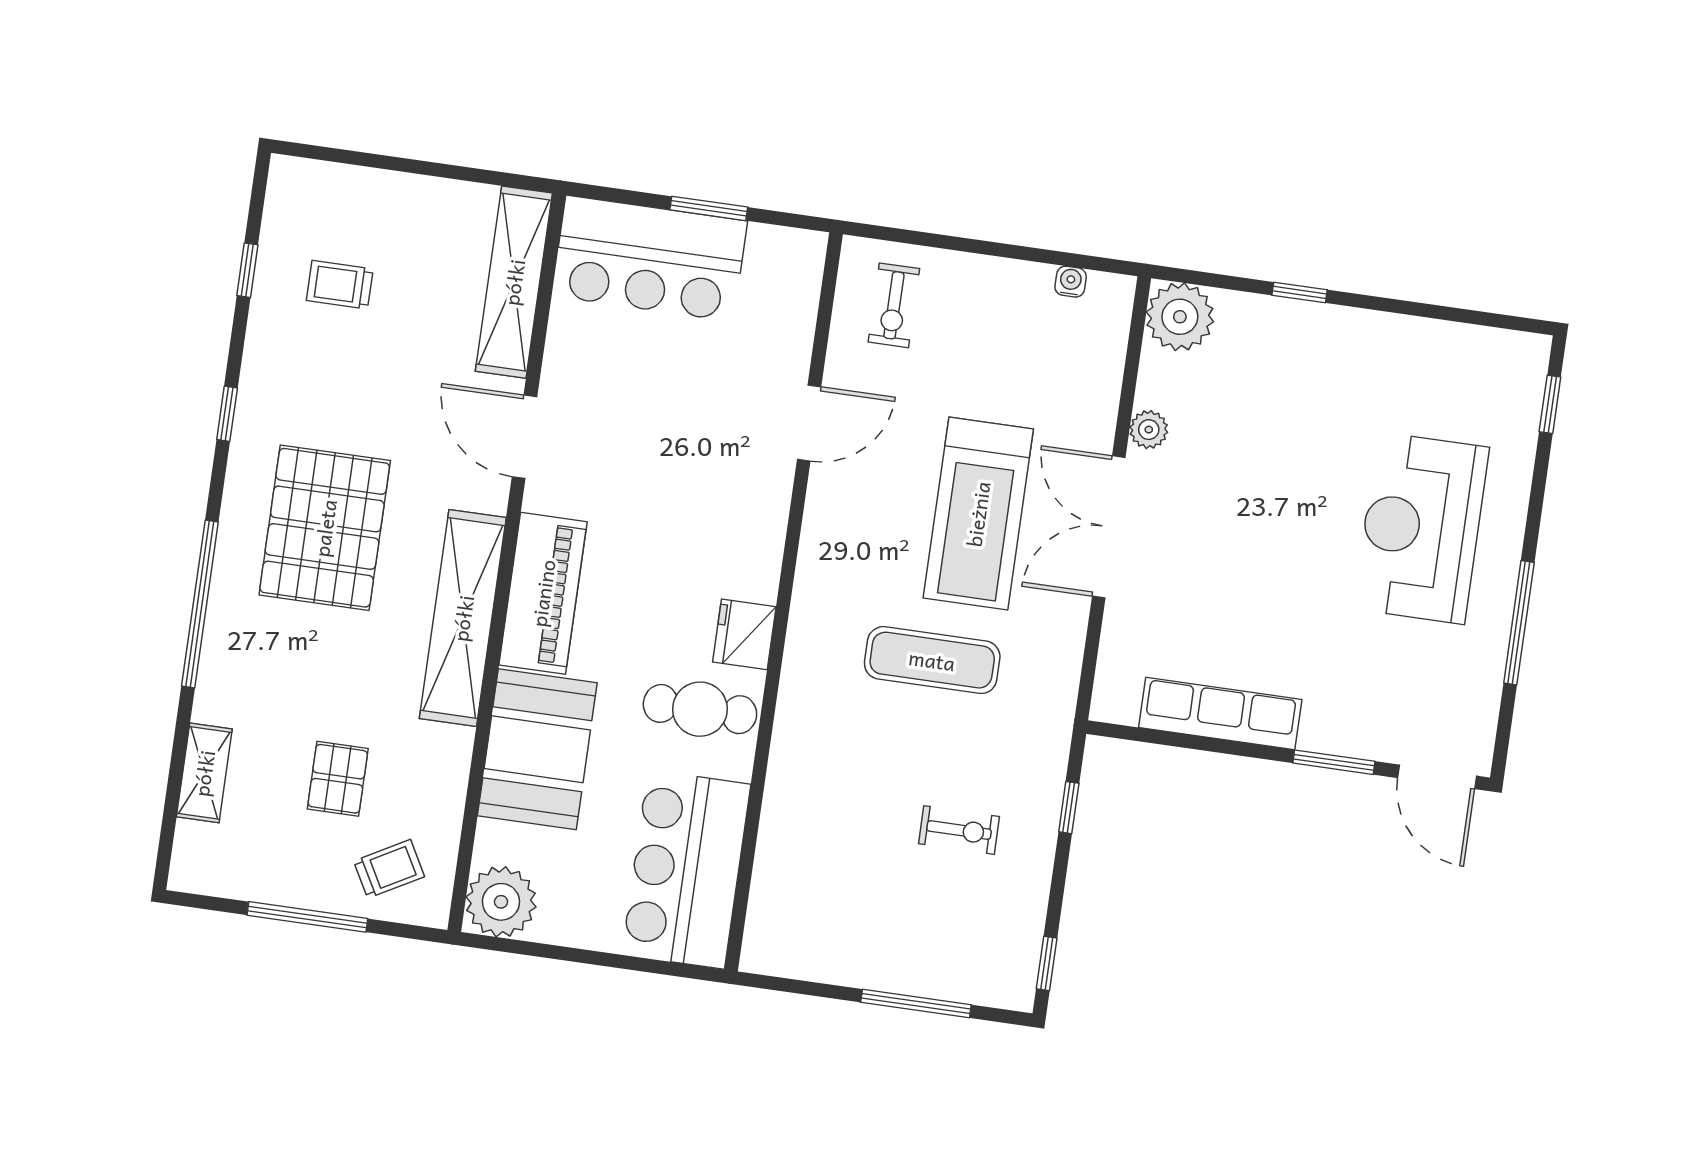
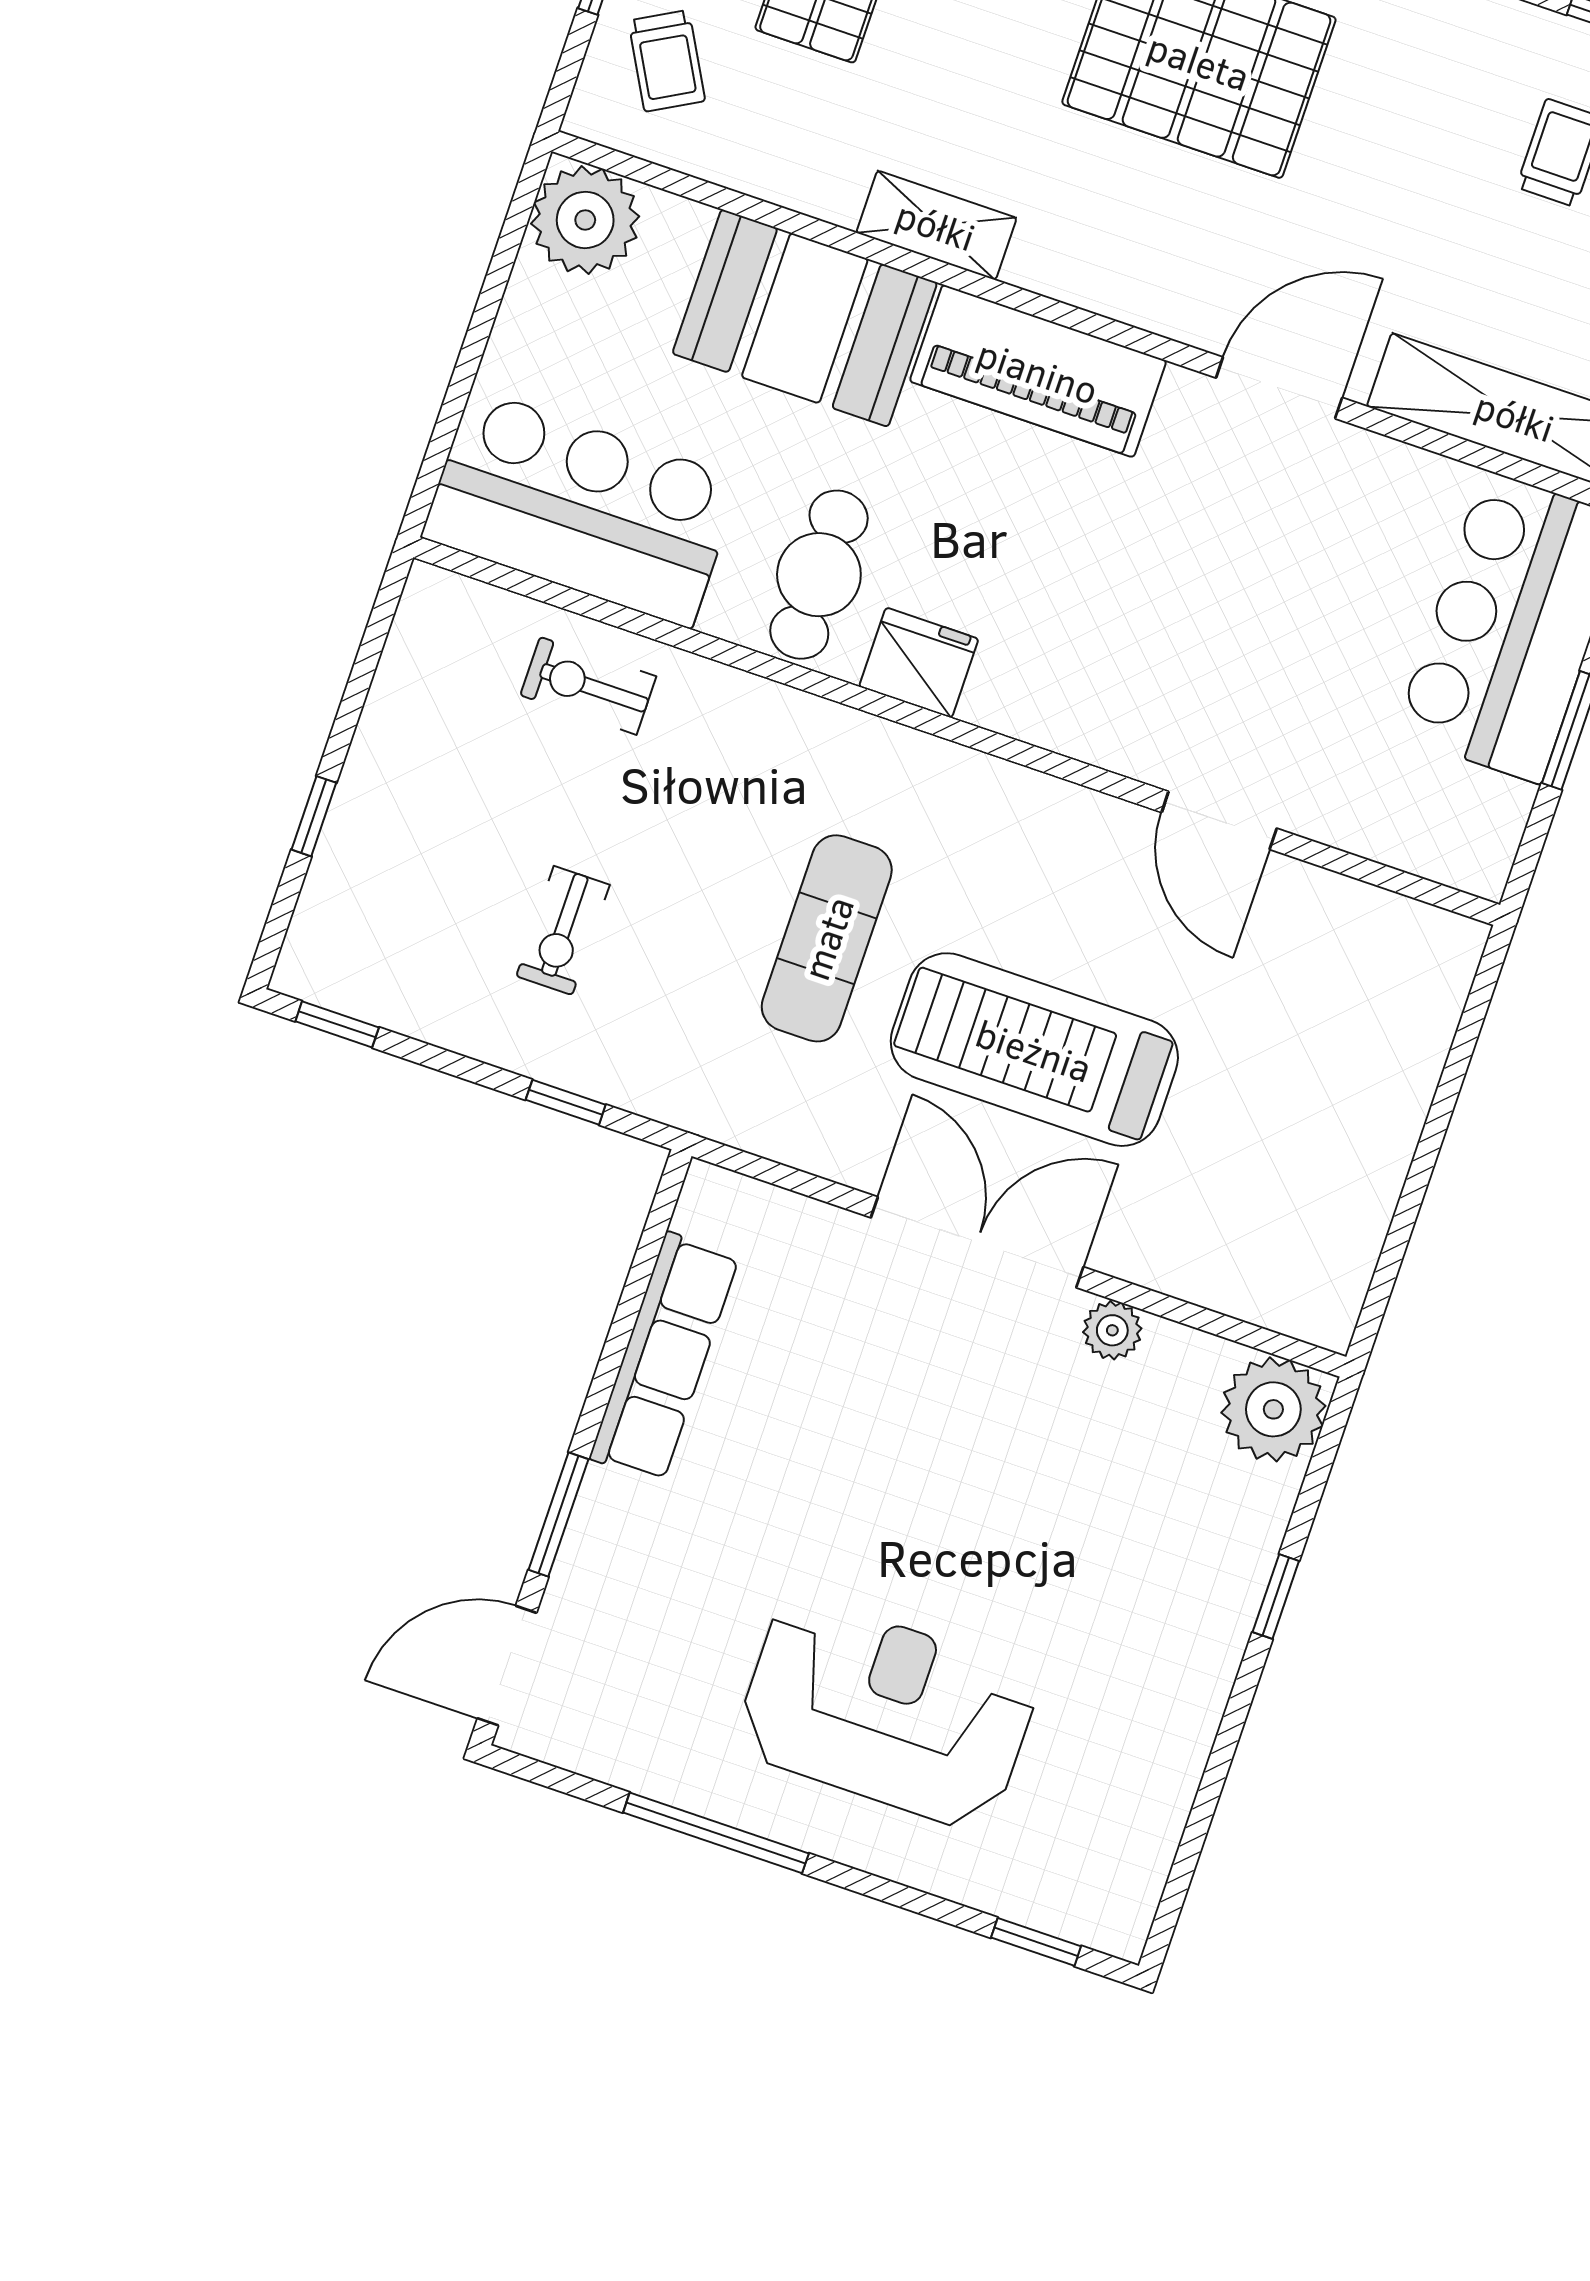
water cooler: (1071, 282) -> (1357, 1255), removed
exercise bike: (894, 305) -> (588, 686), moved
shelving: (463, 618) -> (936, 225), width x0.45, depth x0.75
window: (916, 1004) -> (314, 816), width x0.46

